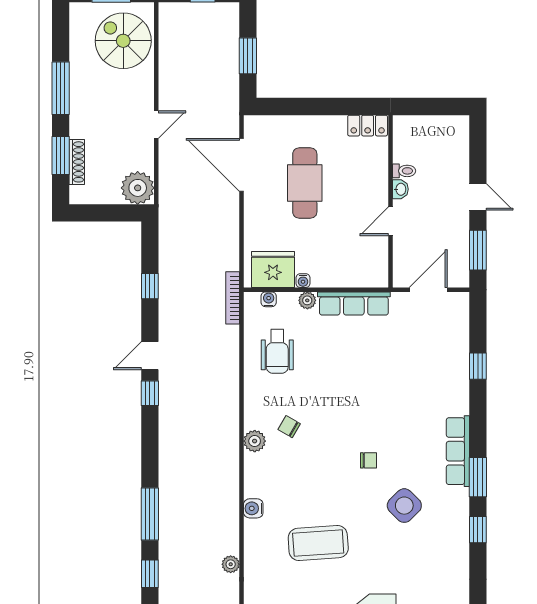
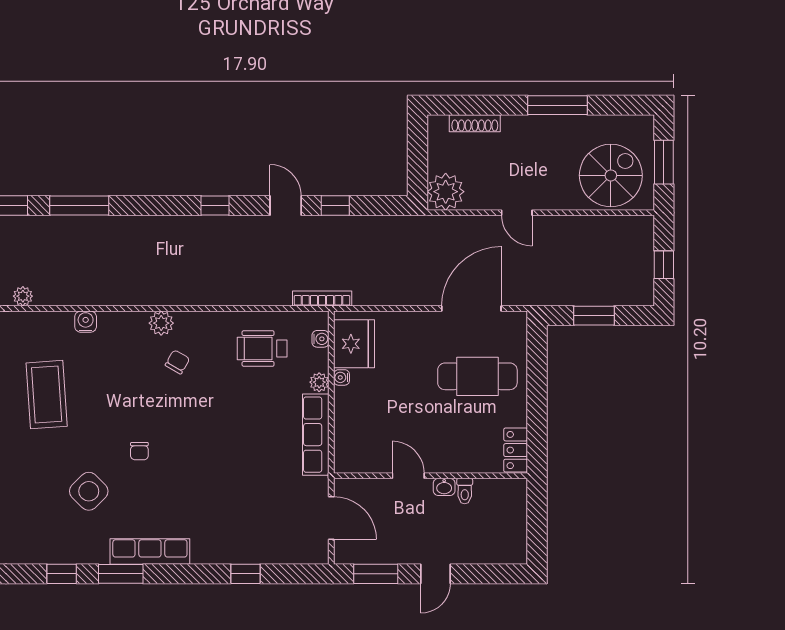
window: (61, 155) -> (482, 105), removed
cafe table: (305, 183) -> (477, 376), moved
door: (150, 356) -> (286, 206), moved

